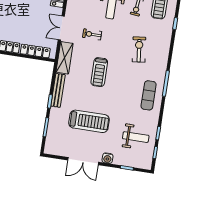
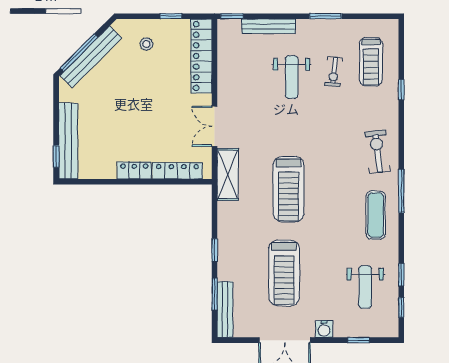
exercise bike: (92, 34) -> (267, 129), removed
exercise bike: (139, 49) -> (377, 152), moved
treadmill: (99, 72) -> (288, 189), width x1.37, depth x1.38
bench: (58, 90) -> (225, 310), moved
treadmill: (89, 121) -> (284, 273), turned 90
weight bench: (136, 137) -> (365, 287), turned 90

